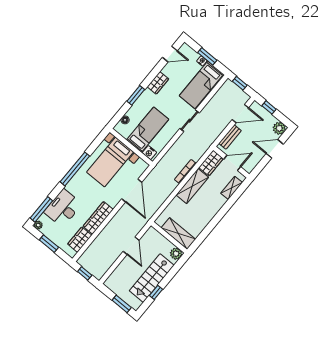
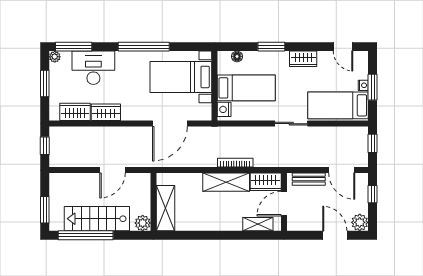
door: (232, 163) -> (284, 204), swing flipped
wardrobe: (98, 218) -> (106, 112), width x0.67
window: (156, 292) -> (86, 235), width x3.17

